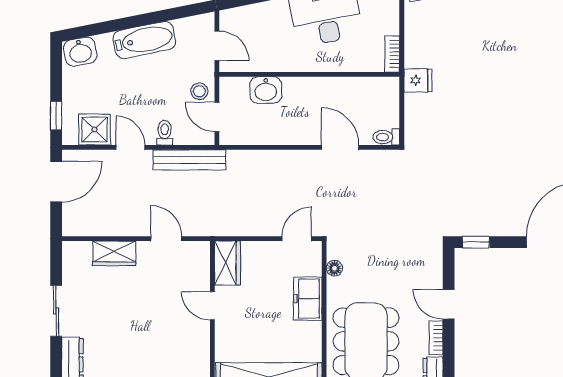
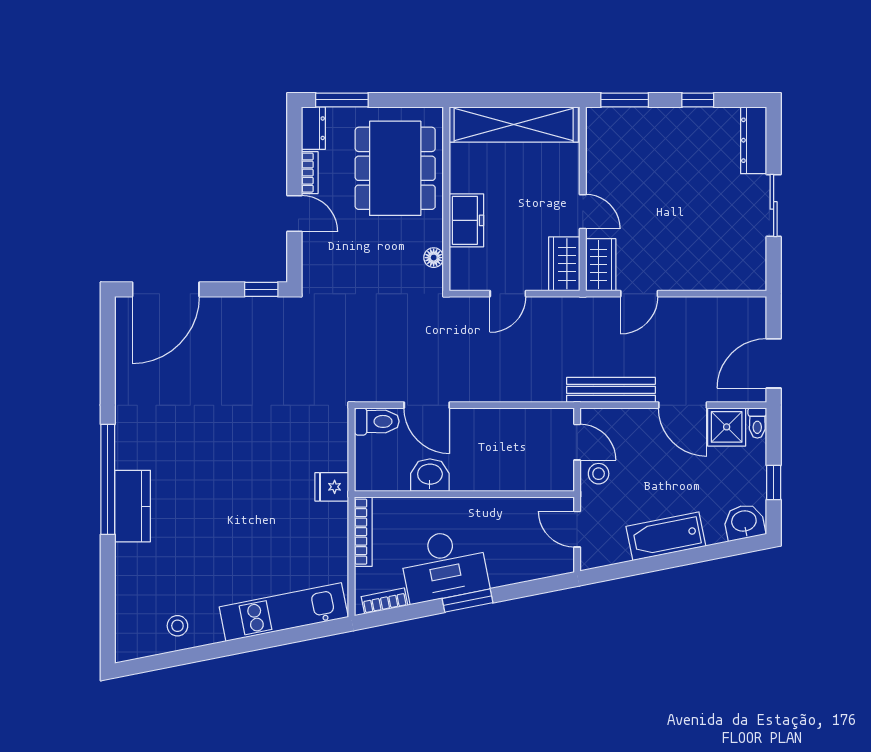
bookcase: (392, 54) -> (363, 532), width x1.56
washbasin: (266, 90) -> (430, 475), moved
window: (56, 116) -> (774, 483), moved
toilet: (165, 133) -> (757, 423), moved
toilet: (386, 137) -> (377, 421), width x1.37, depth x1.39
door: (131, 147) -> (683, 405), width x1.38
door: (166, 239) -> (639, 294), hinge flipped
door: (297, 239) -> (508, 294), moved
wardrobe: (114, 253) -> (601, 265), moved, turned 90

